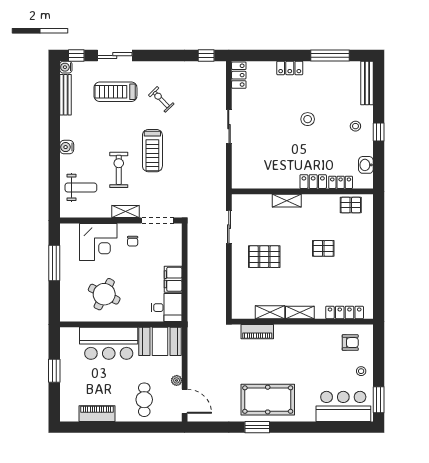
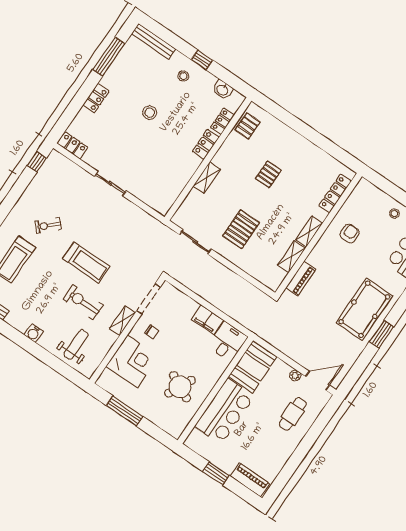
armchair: (350, 343) -> (350, 234), moved
cafe table: (144, 400) -> (293, 414), turned 90
piano: (97, 414) -> (250, 480), moved, turned 90

